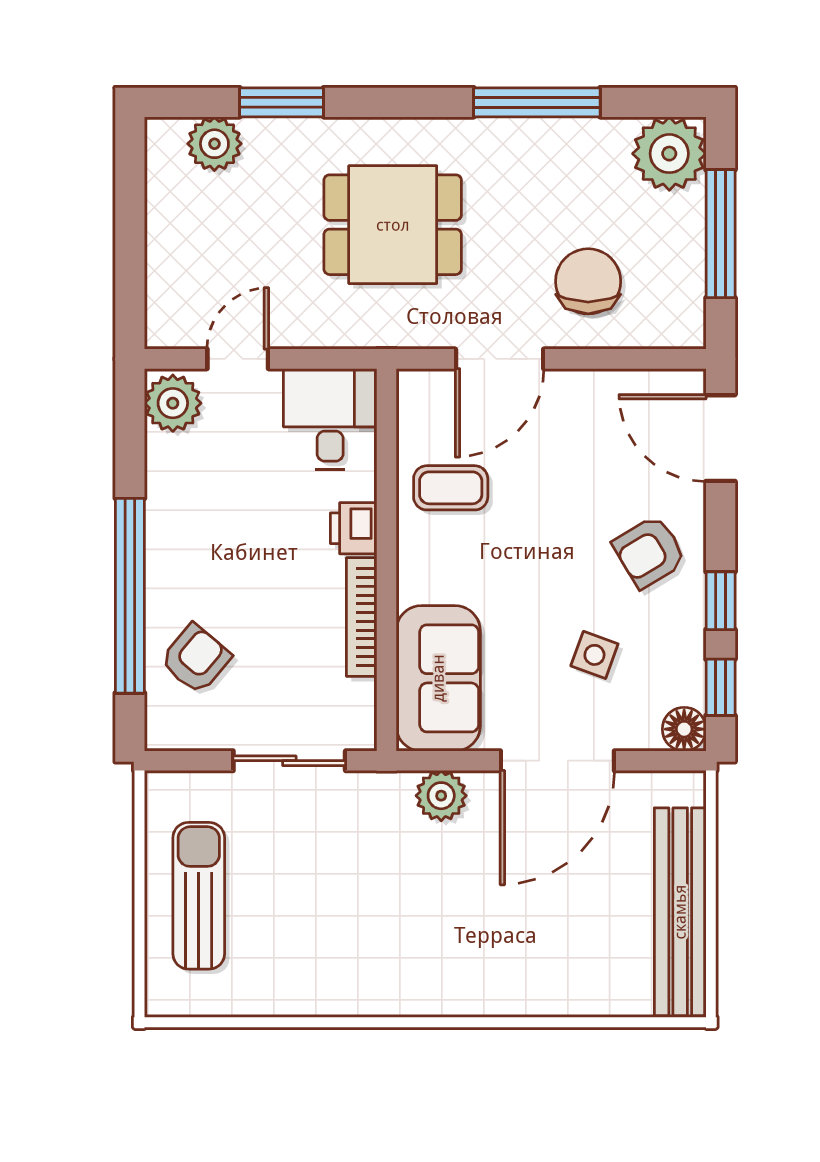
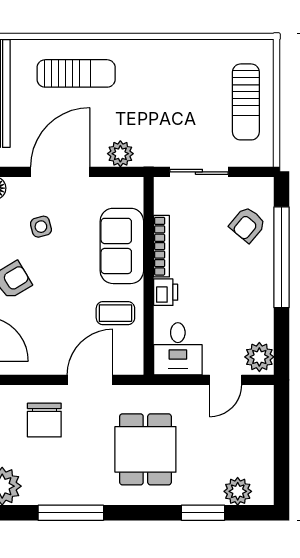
dining table: (393, 225) -> (145, 449), turned 90
side table: (594, 655) -> (41, 227), turned -35
sofa: (438, 678) -> (122, 246), moved
sun lounger: (527, 951) -> (76, 73), added

